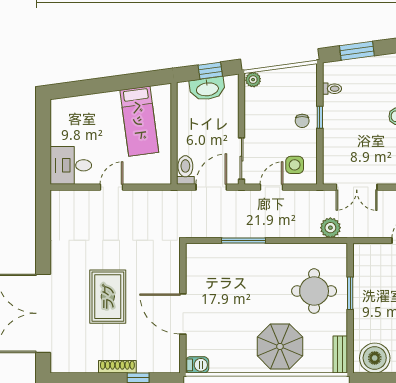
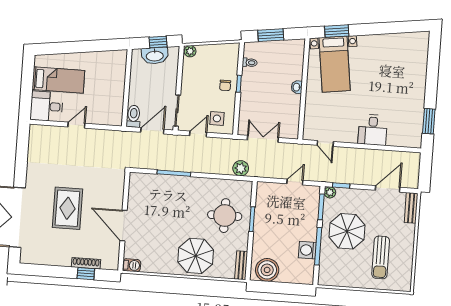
bed: (139, 121) -> (58, 80), moved, turned -82
double door: (357, 187) -> (263, 139), swing flipped
shoe rack: (117, 367) -> (86, 263), moved

